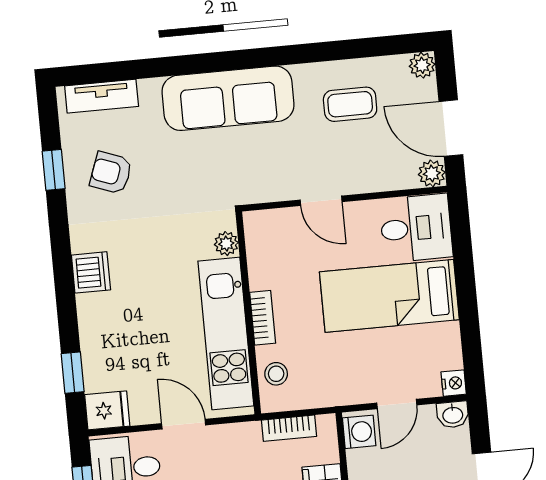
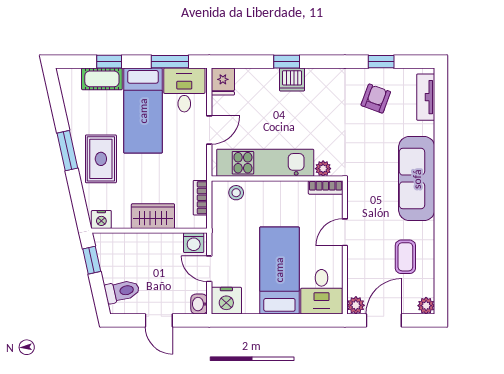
dishwasher: (91, 272) -> (292, 80), moved
bookcase: (263, 318) -> (326, 187), moved
window: (73, 373) -> (287, 62), moved
nightstand: (454, 383) -> (226, 301), width x1.89, depth x1.79

